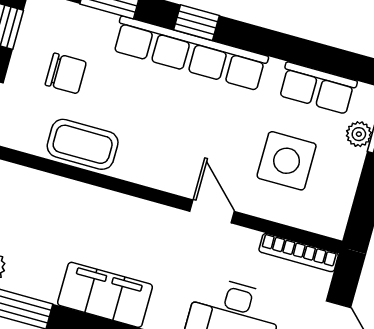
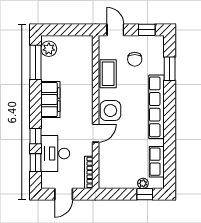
window: (197, 23) -> (170, 106), removed
side table: (287, 161) -> (110, 111), moved

